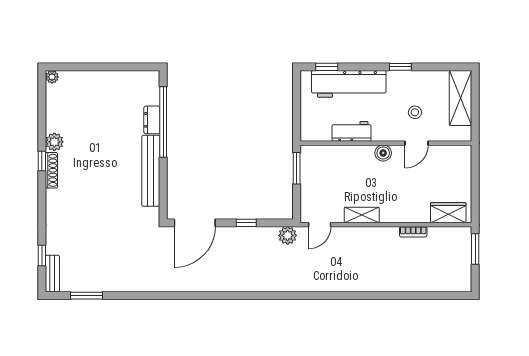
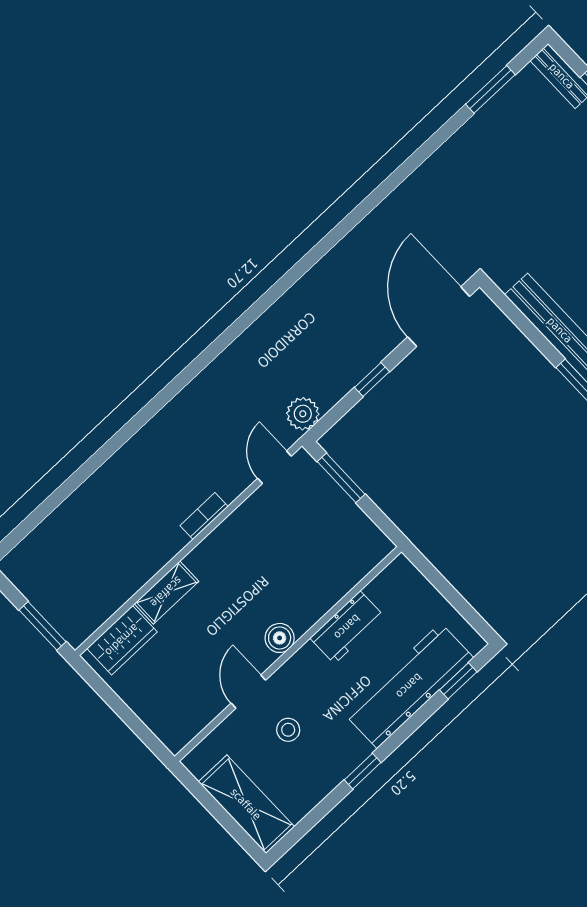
window: (297, 168) -> (341, 478), moved
shelving: (362, 215) -> (166, 592), moved
bookcase: (413, 232) -> (204, 516), moved

